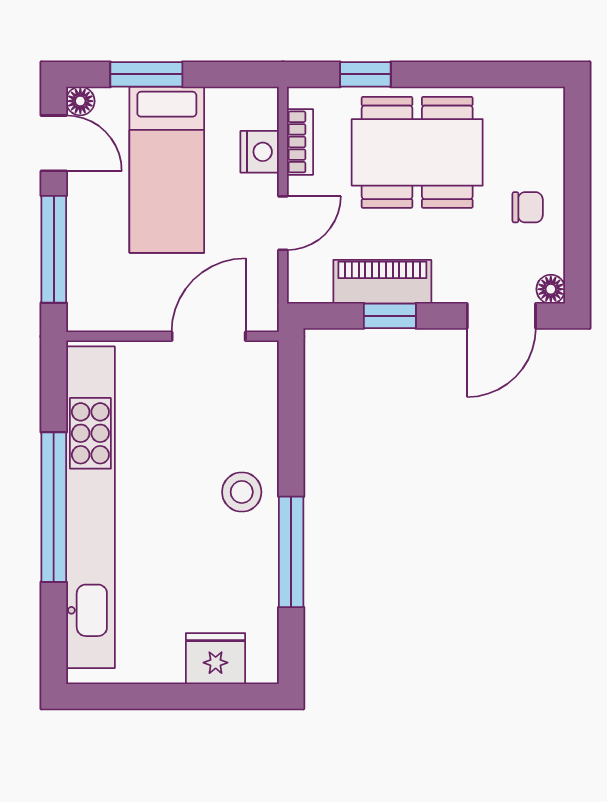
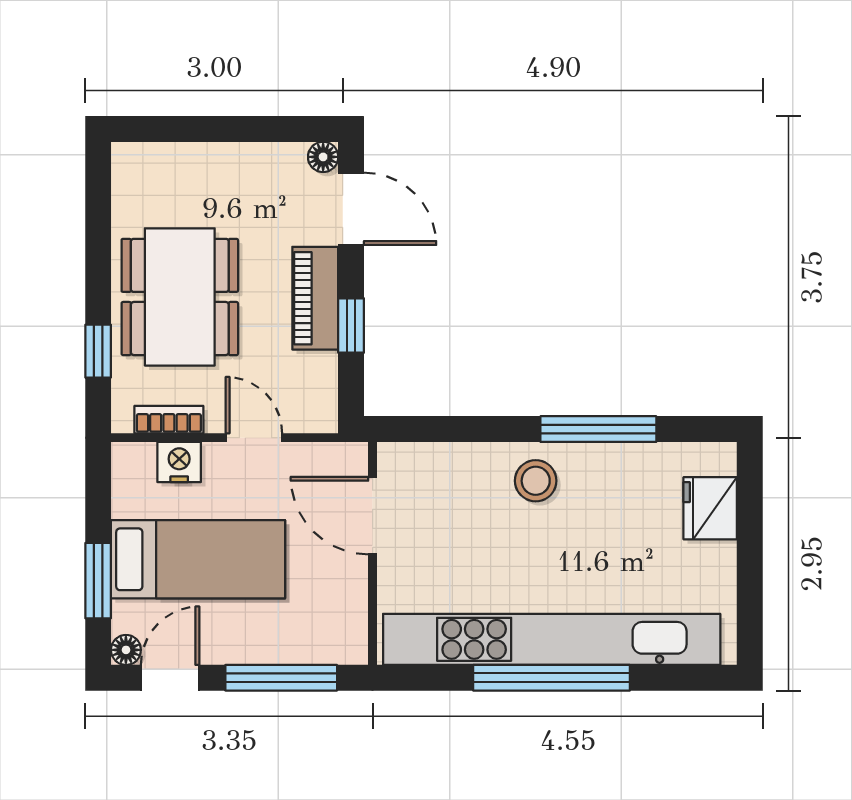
chair: (528, 207) -> (237, 181), removed
piano: (382, 282) -> (315, 298), moved

